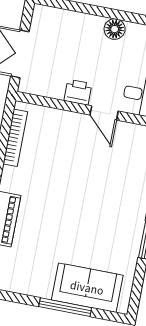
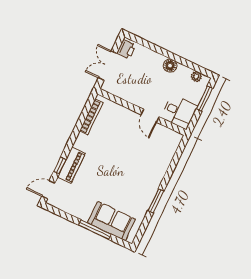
printer: (78, 92) -> (126, 49), moved, turned 90

